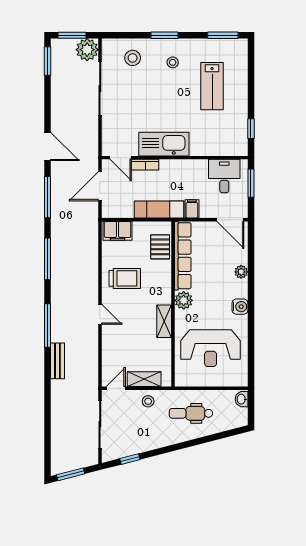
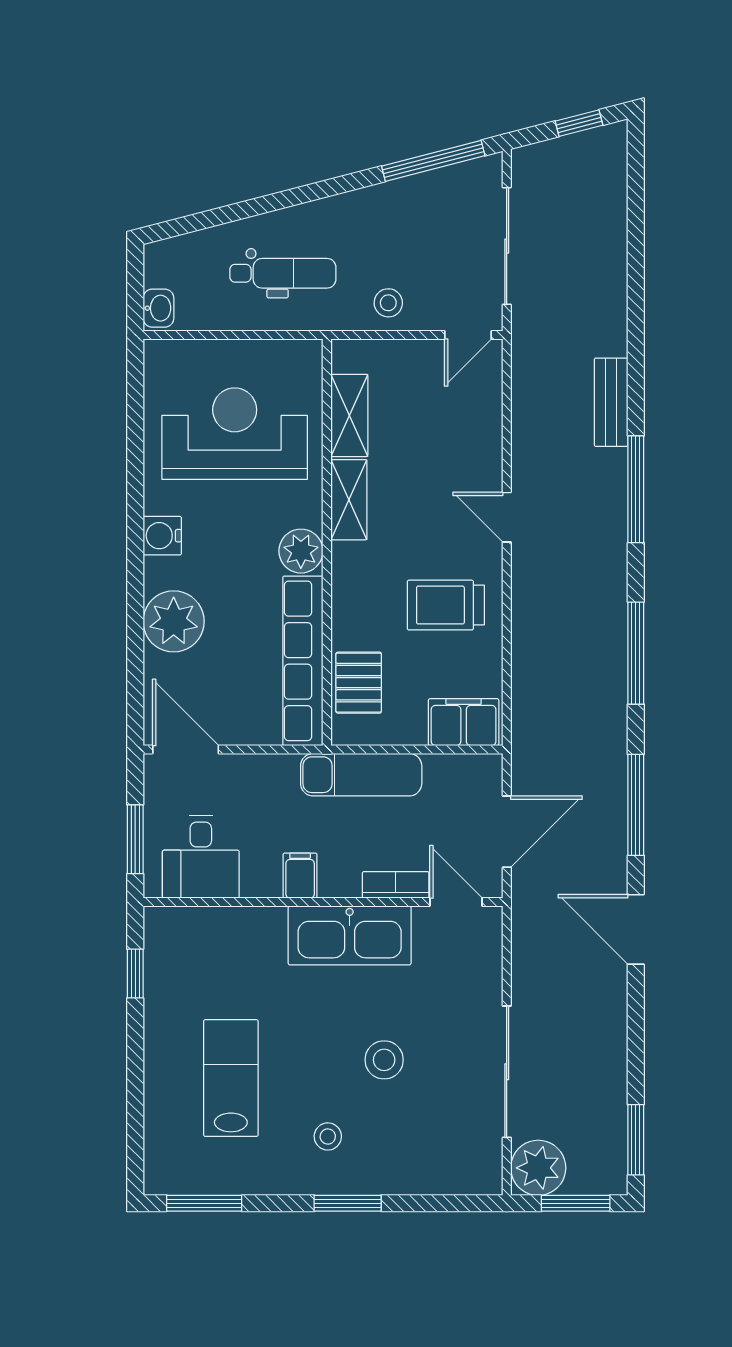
stool: (133, 58) -> (384, 1060), moved
filing cabinet: (192, 209) -> (300, 876), moved, turned 180
plant: (241, 272) -> (174, 621), width x1.88, depth x1.88
shelving: (144, 379) -> (349, 415), moved, turned 90
window: (130, 459) -> (433, 161), width x2.17
window: (71, 474) -> (579, 123), width x0.67

